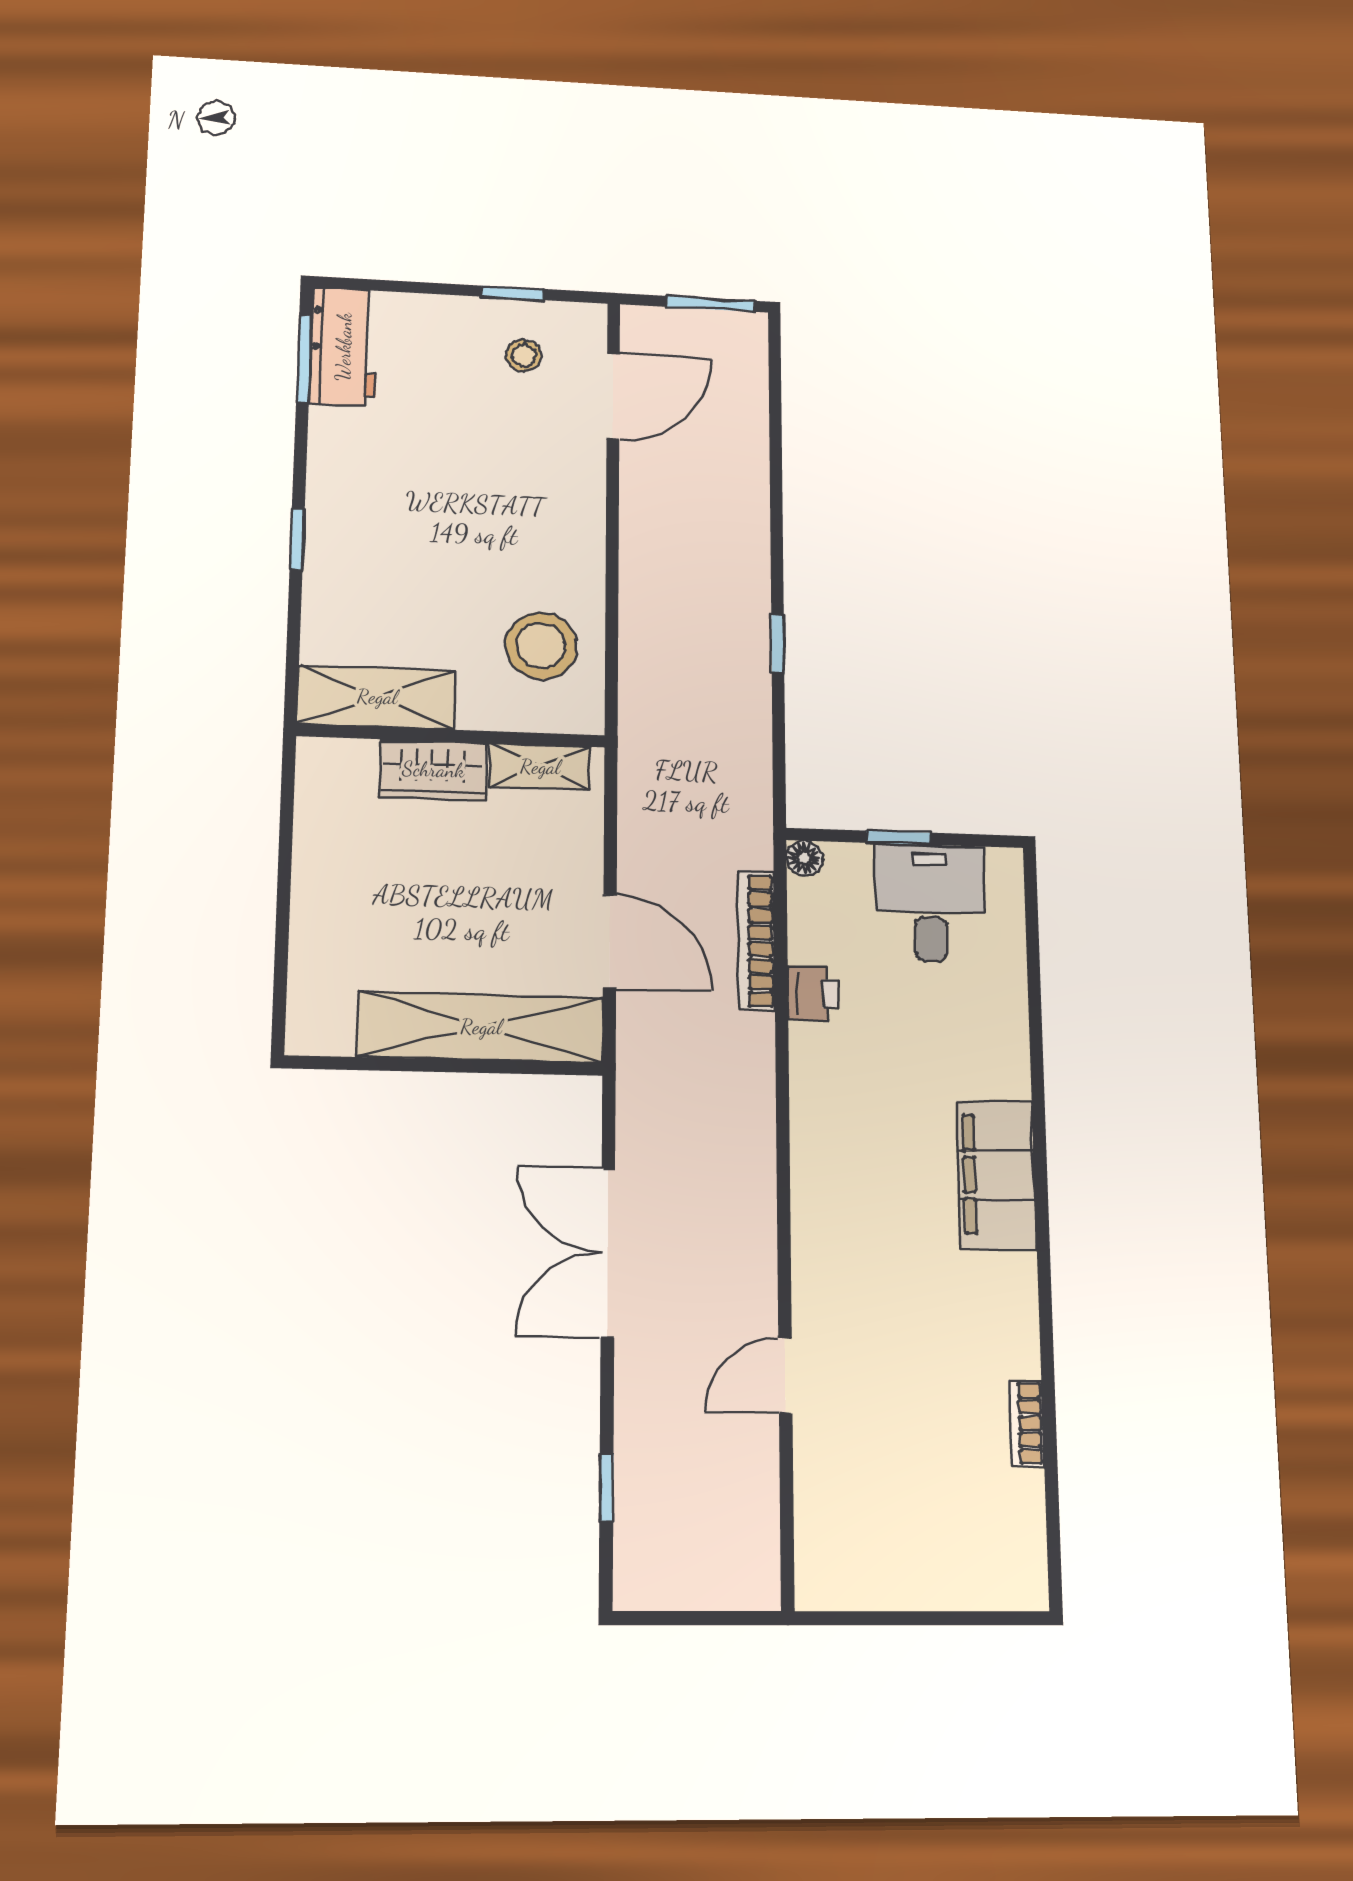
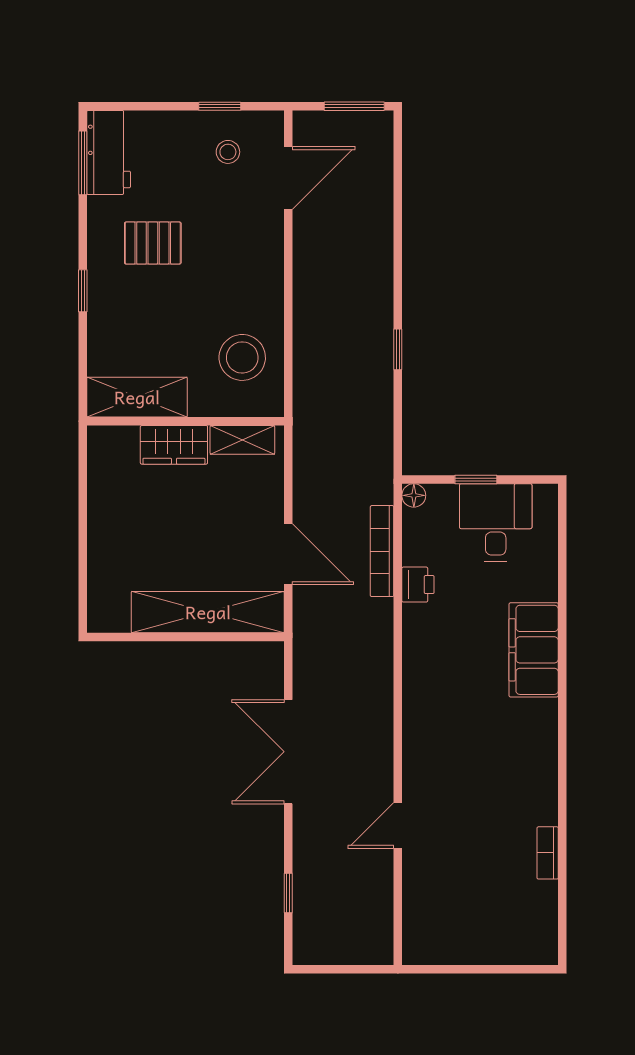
pallet: (407, 476) -> (153, 243), added
filing cabinet: (996, 1175) -> (534, 650), moved

